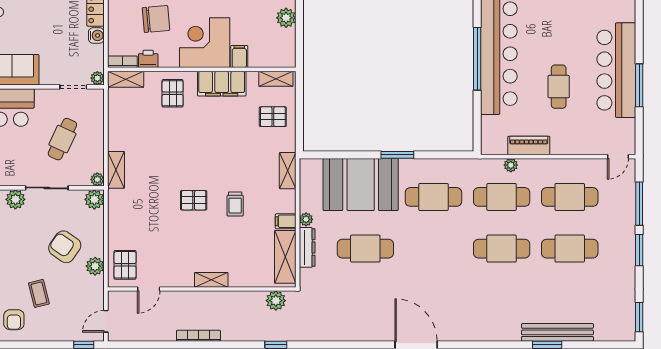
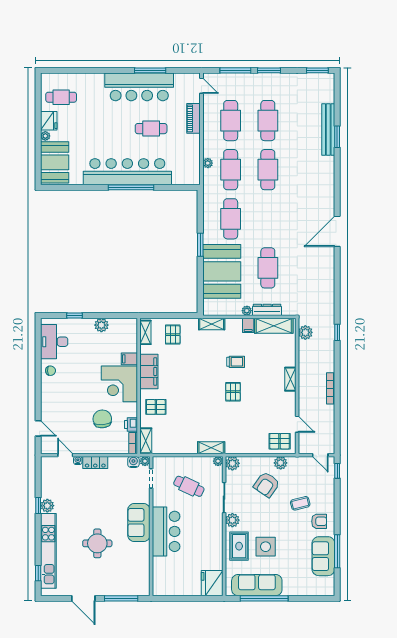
water cooler: (96, 35) -> (133, 462), moved
piano: (529, 145) -> (193, 118), moved

